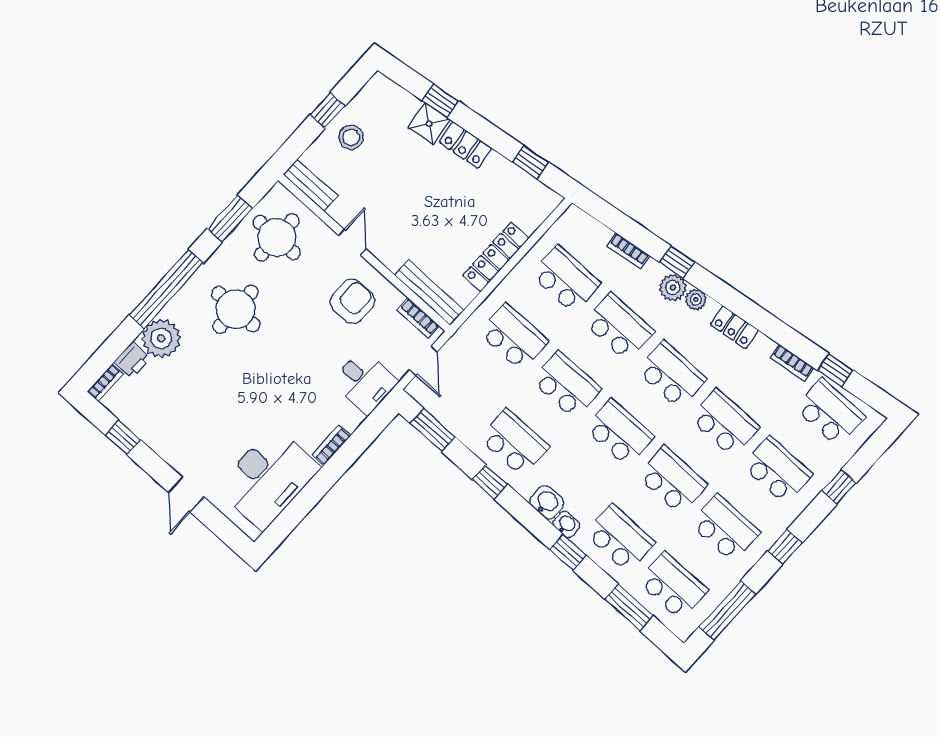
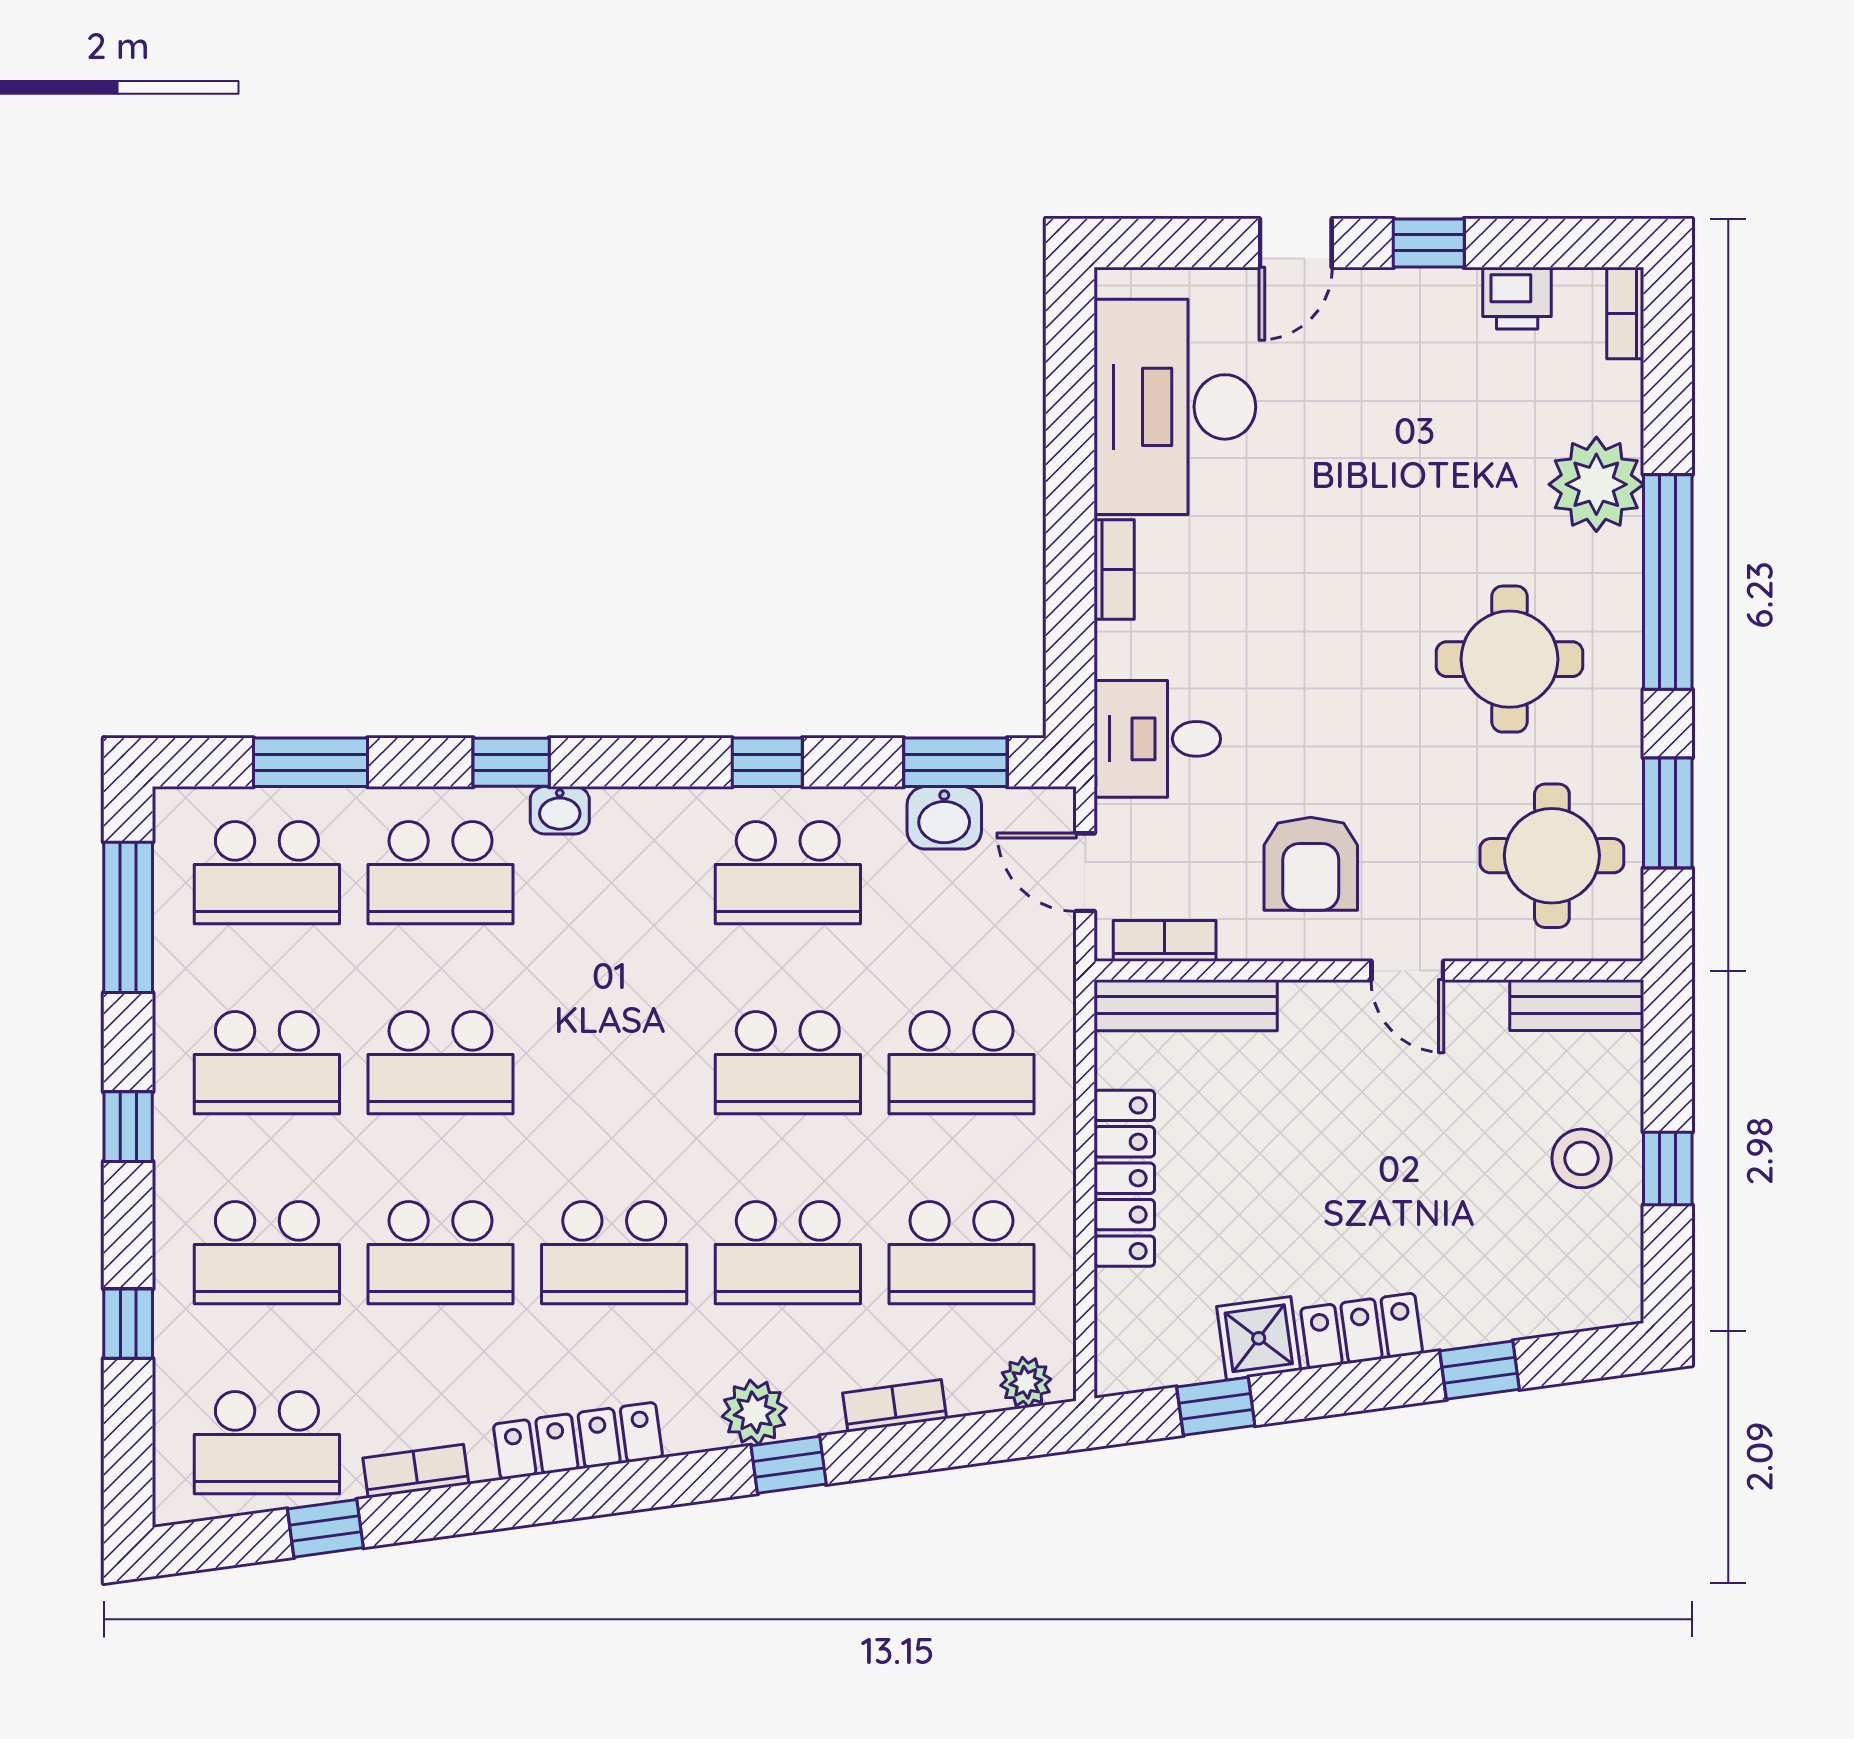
shower: (429, 124) -> (1259, 1338), moved
plant: (696, 300) -> (1026, 1382), moved
locker: (734, 327) -> (578, 1441), width x1.53
printer: (132, 360) -> (1517, 298), moved, turned -90
school desk: (619, 433) -> (614, 1063), removed
window: (123, 438) -> (1429, 243), moved
door: (186, 495) -> (1296, 243), swing flipped
washbasin: (547, 502) -> (944, 818), moved

